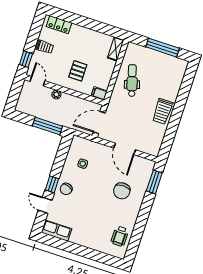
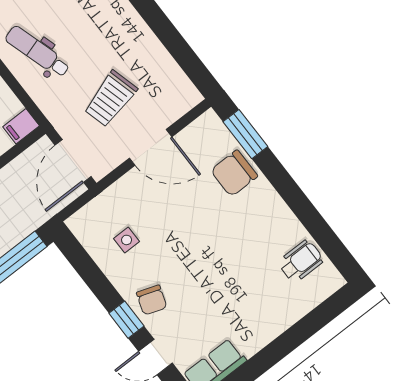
trolley: (163, 111) -> (110, 99), moved, turned 75
chair: (122, 191) -> (234, 173), moved, turned 90
wheelchair: (120, 236) -> (301, 261), turned -90

